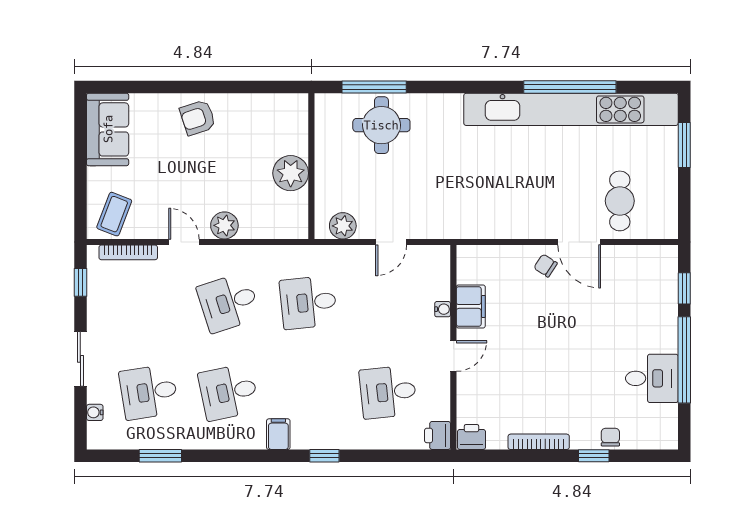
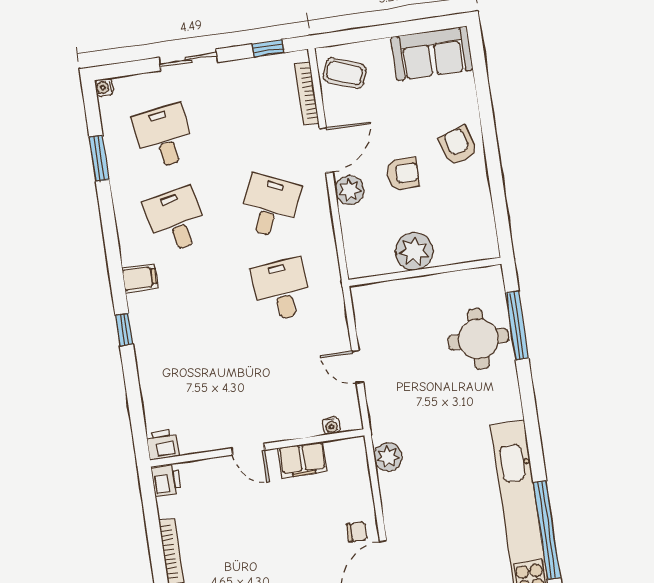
armchair: (216, 173) -> (403, 174), added
plant: (343, 226) -> (388, 457), moved
door: (184, 242) -> (326, 150), width x1.38
chair: (546, 266) -> (357, 532), turned 57
desk: (229, 302) -> (270, 206), turned 42
water cooler: (443, 309) -> (331, 426), moved
desk: (388, 392) -> (200, 387), removed
water cooler: (95, 412) -> (104, 87), moved, turned -90

